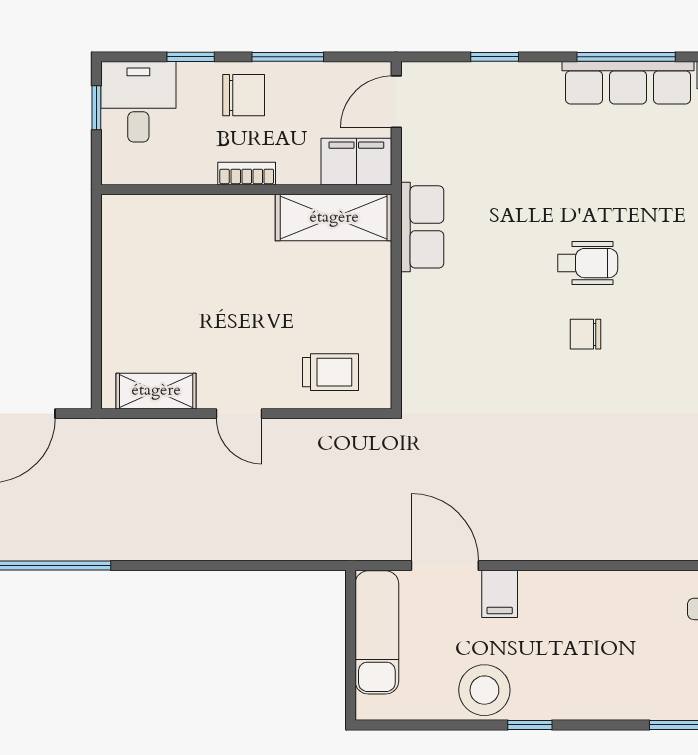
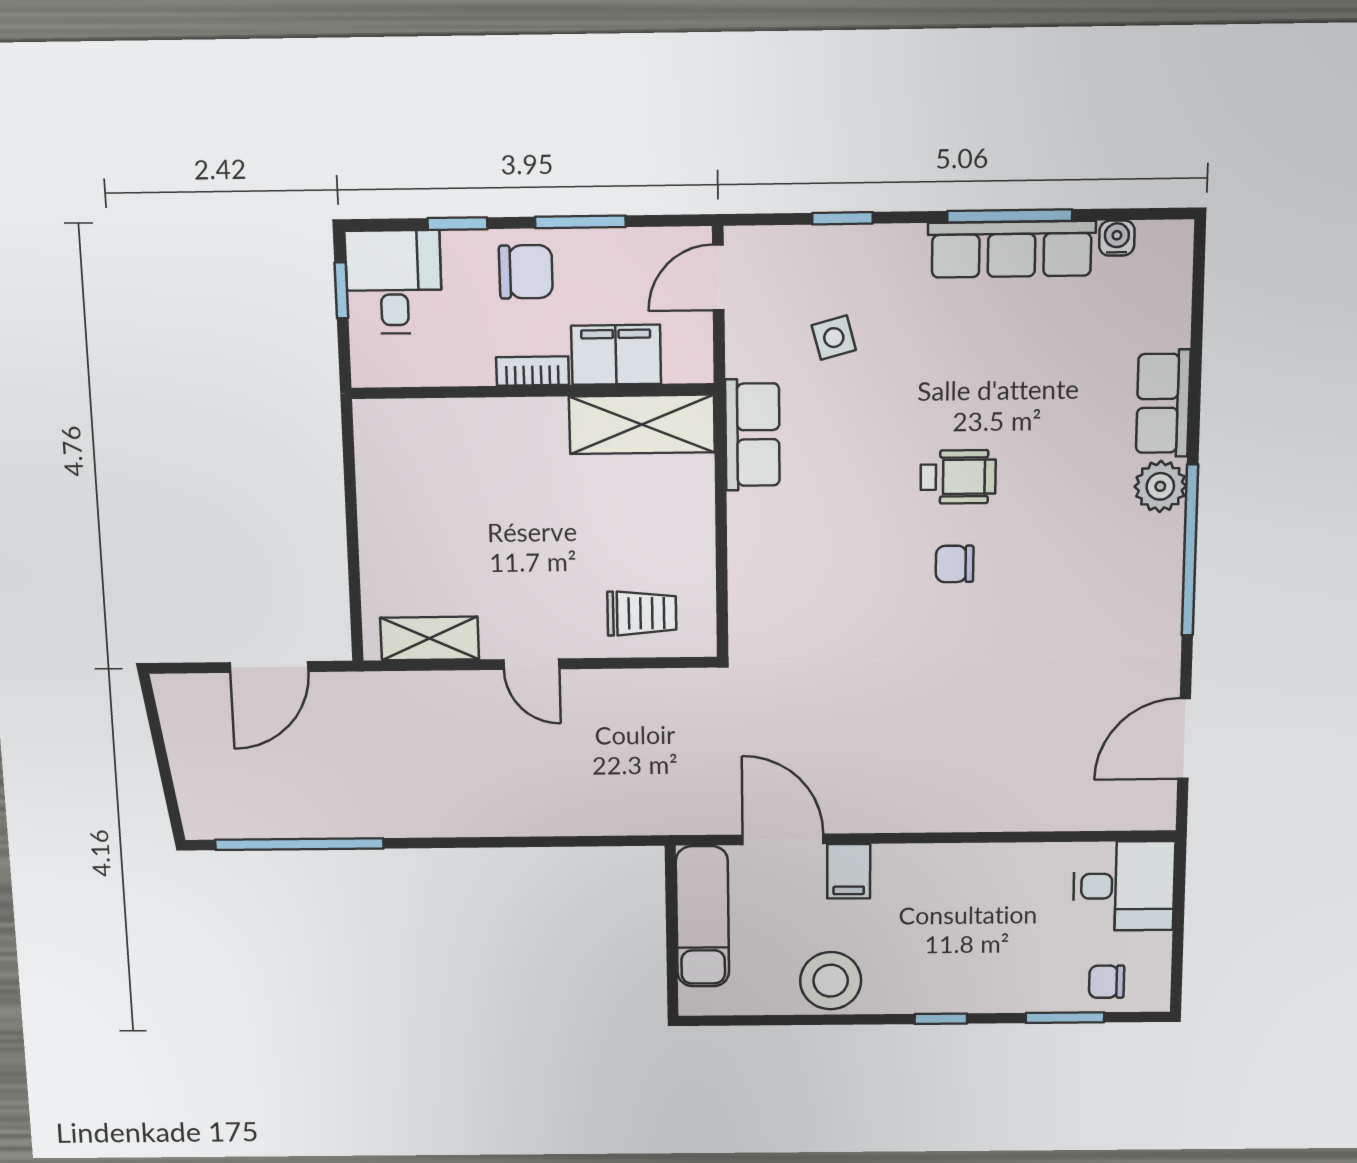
side table: (488, 150) -> (834, 338), added
filing cabinet: (356, 162) -> (616, 355), moved
window: (530, 725) -> (941, 1019), moved

